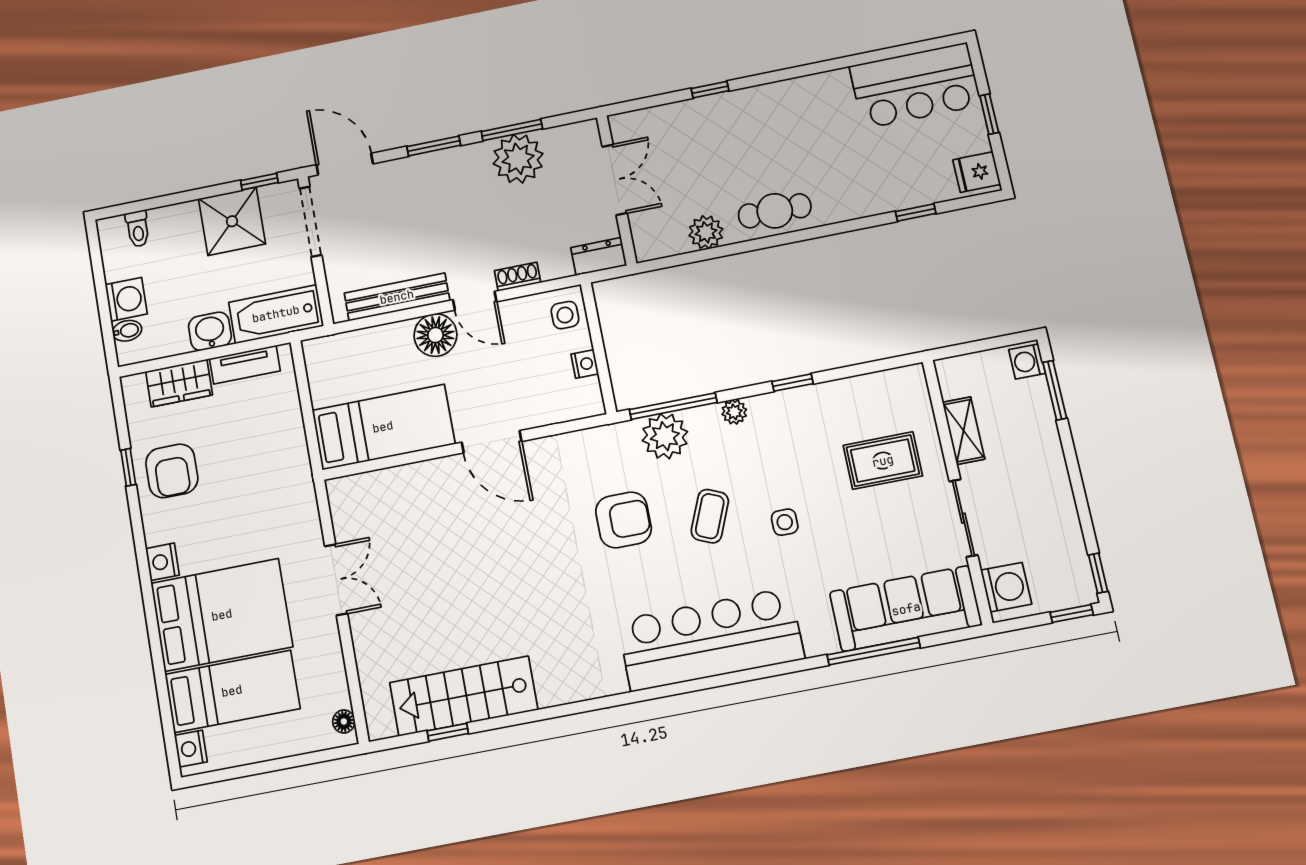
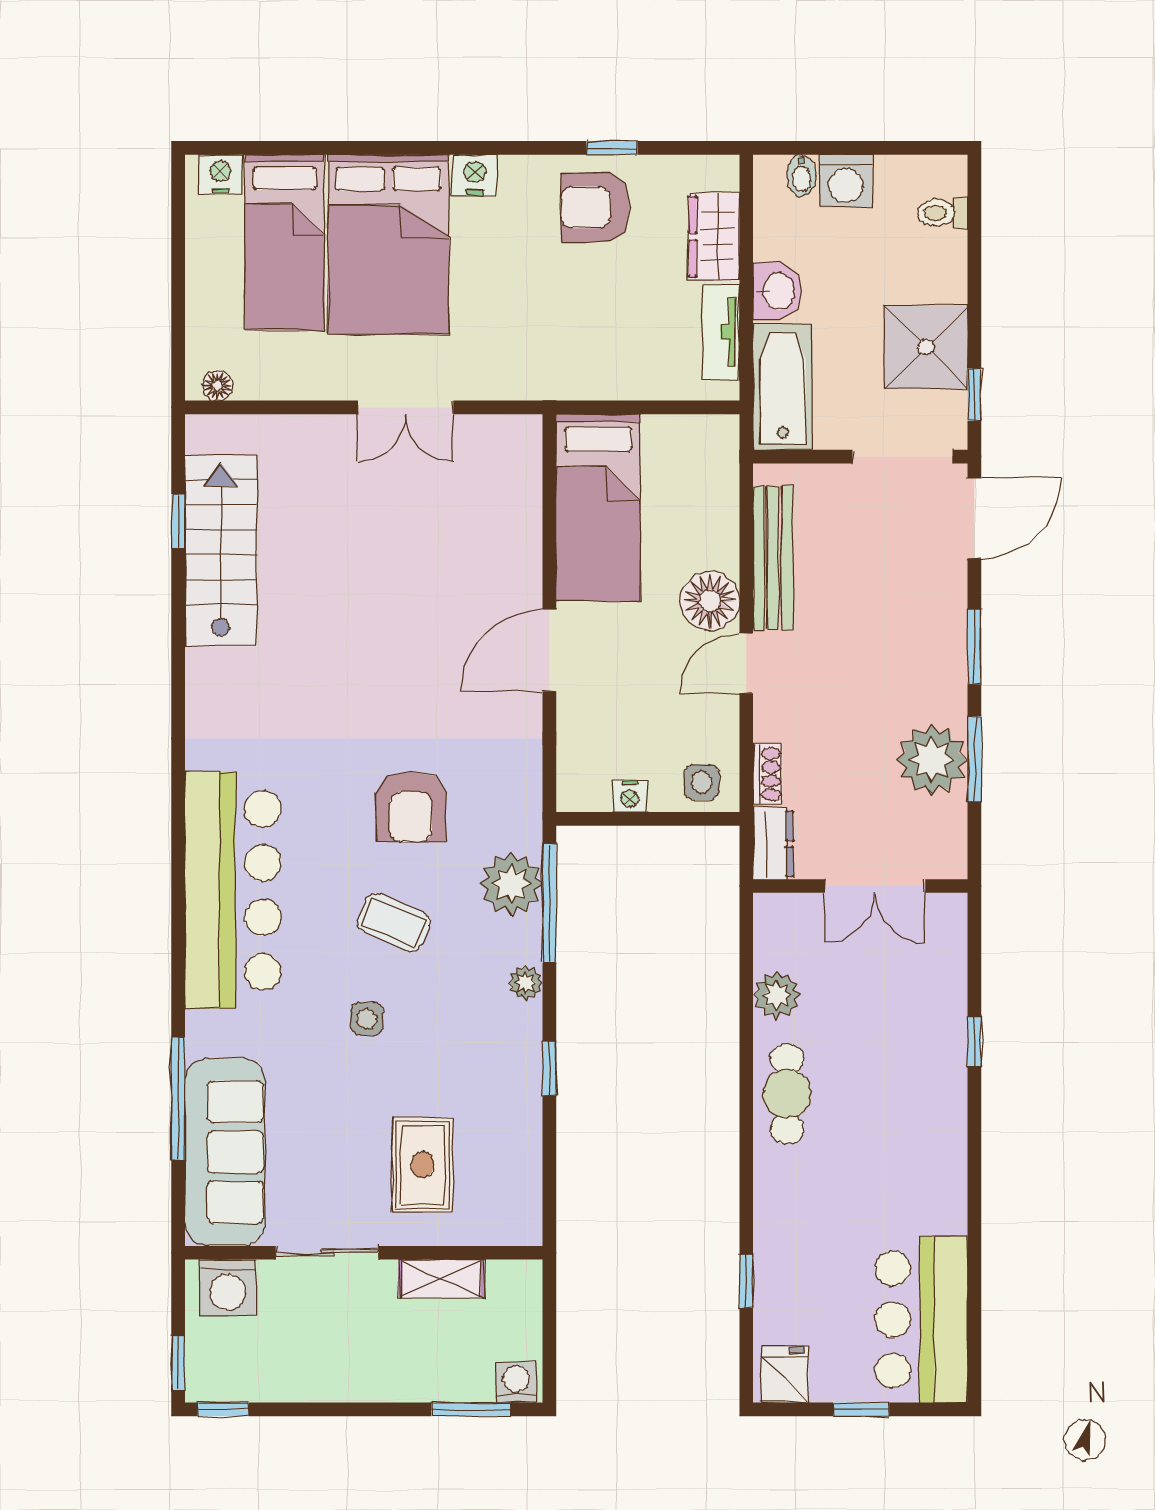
shoe rack: (518, 277) -> (768, 774), moved

